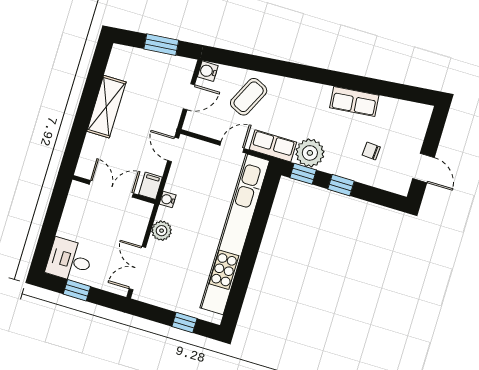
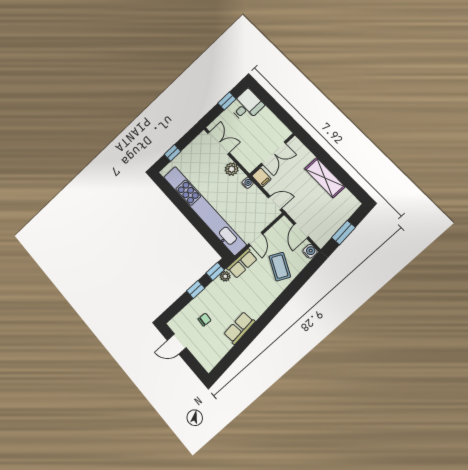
plant: (310, 153) -> (225, 276), width x0.53, depth x0.53

